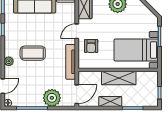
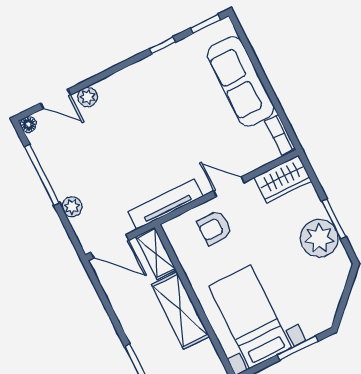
coffee table: (33, 53) -> (146, 124), removed
plant: (9, 61) -> (88, 97), moved
plant: (52, 98) -> (72, 207), width x0.53, depth x0.53
shelving: (110, 102) -> (156, 253), moved

